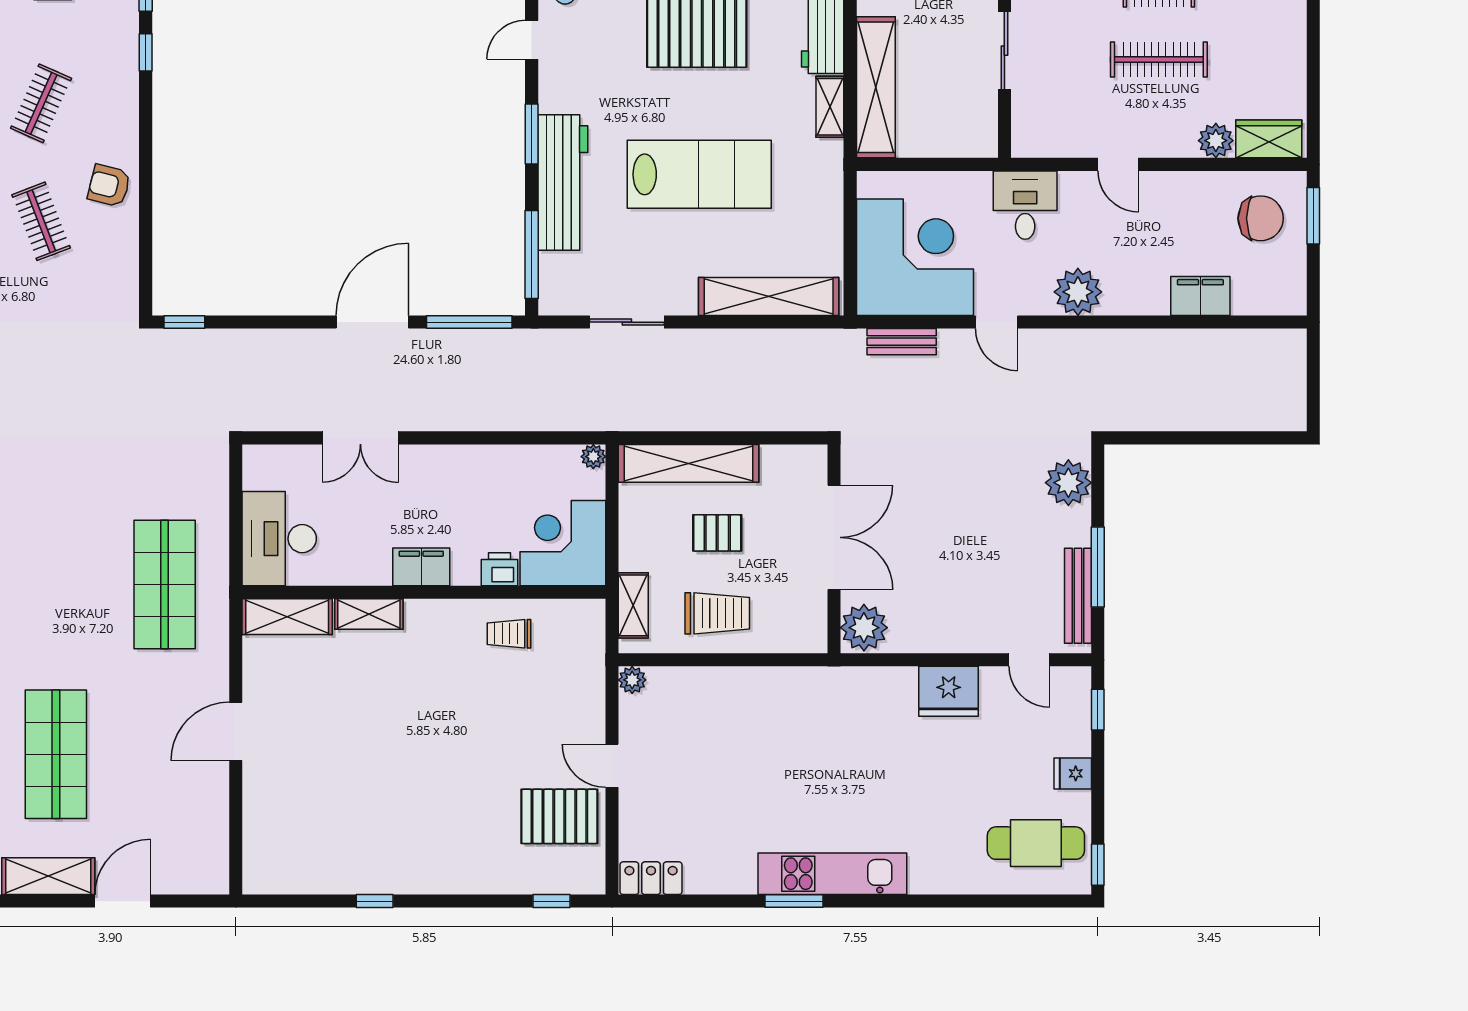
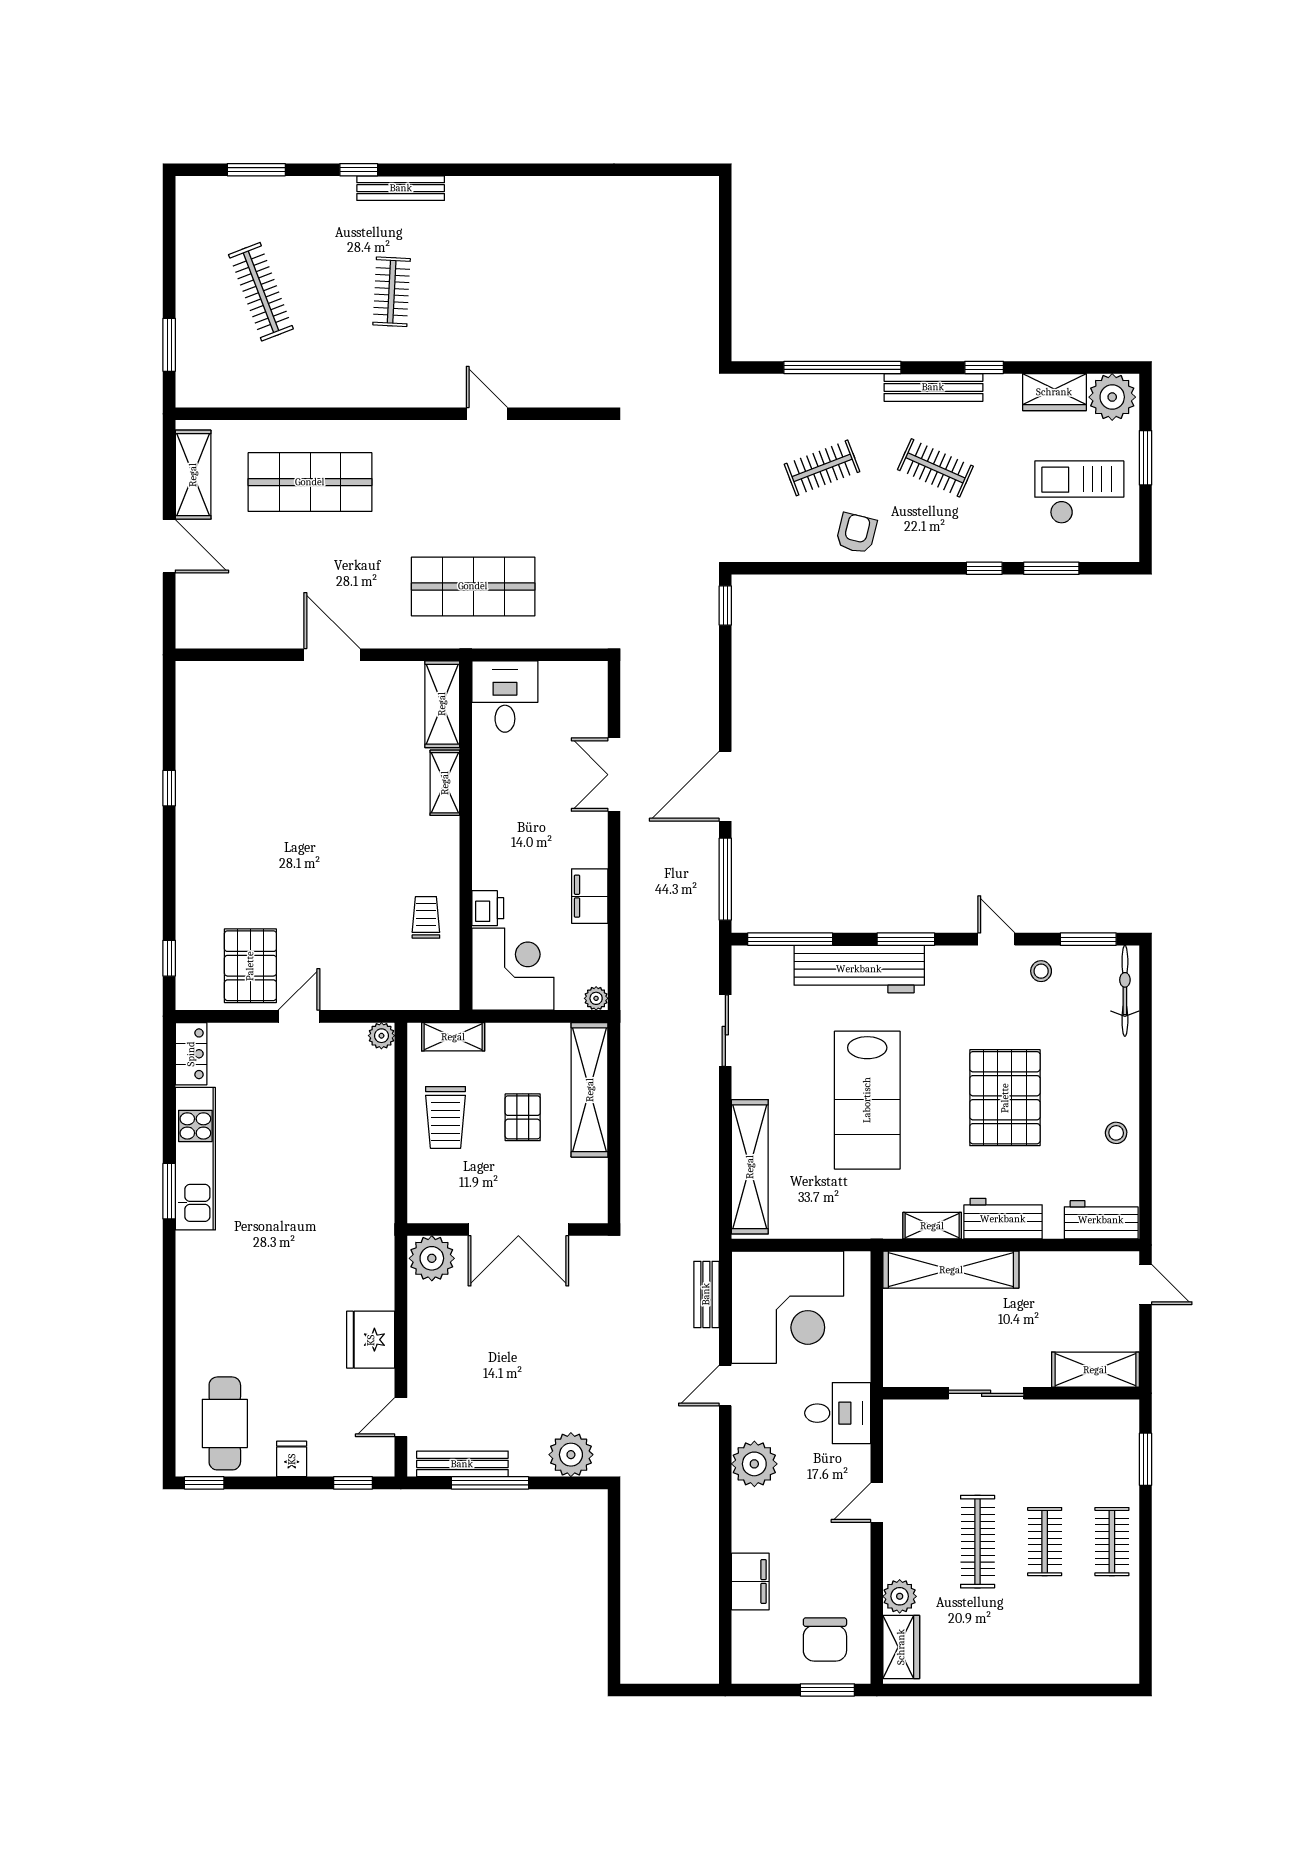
door: (372, 322) -> (725, 786), swing flipped
desk: (279, 539) -> (505, 697), width x0.73
filing cabinet: (421, 567) -> (590, 896), moved, turned 180
kitchen unit: (832, 874) -> (195, 1159), moved

